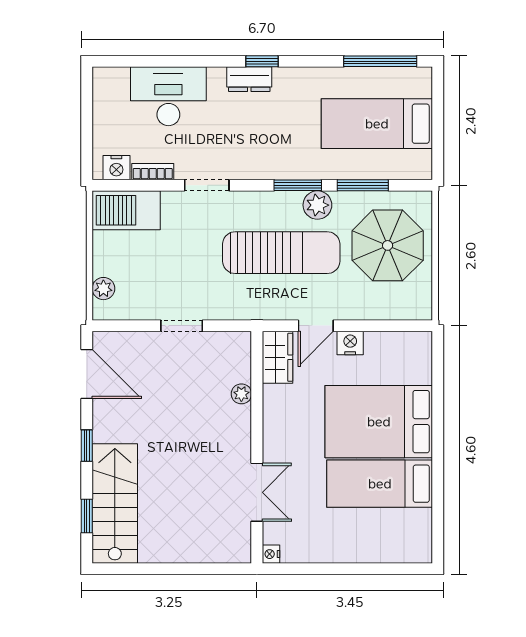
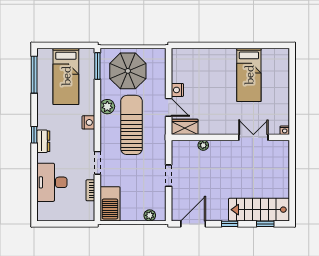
nightstand: (116, 168) -> (88, 122), moved
window: (298, 185) -> (97, 117), removed
window: (363, 185) -> (97, 66), moved
bed: (379, 422) -> (217, 75), removed

